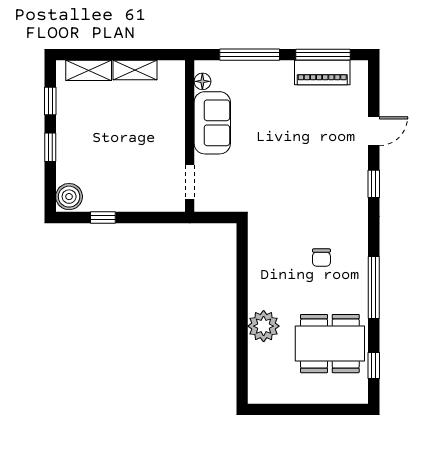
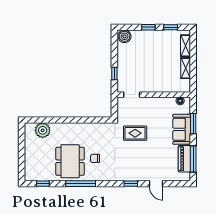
window: (250, 55) -> (193, 124), width x0.69
sofa: (212, 123) -> (182, 129), moved, turned 90
rug: (269, 175) -> (135, 133), added
window: (103, 217) -> (114, 73), moved
plant: (264, 326) -> (43, 130), moved
dining table: (330, 344) -> (70, 161), moved

